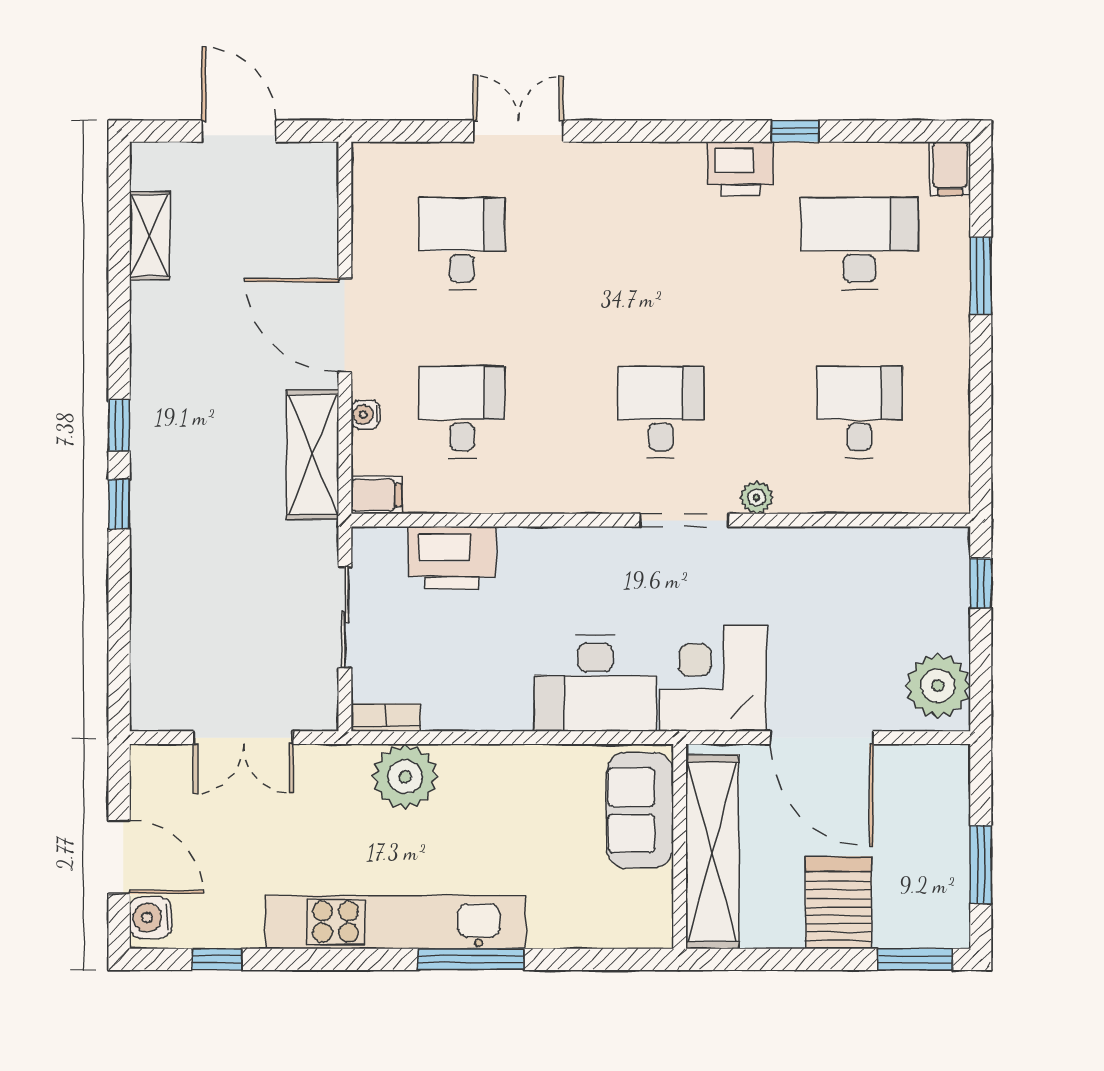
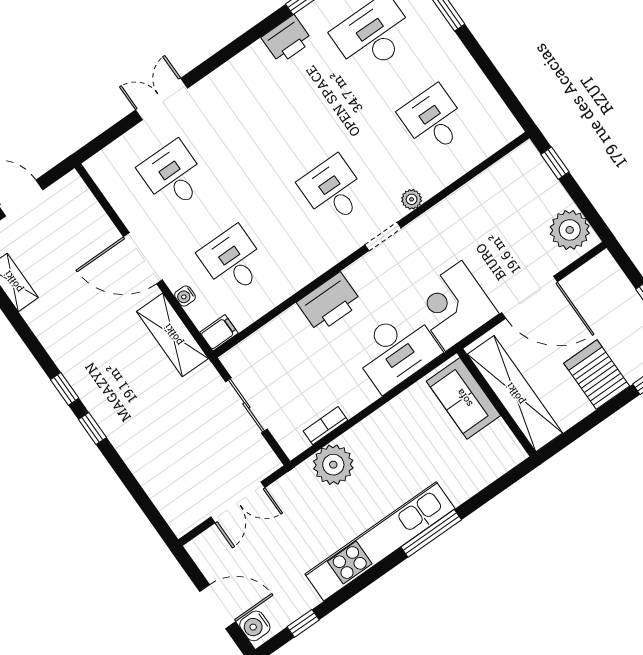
doorway: (684, 520) -> (383, 236), width x0.73
printer: (452, 558) -> (329, 303), moved
bookcase: (386, 718) -> (325, 426), moved

